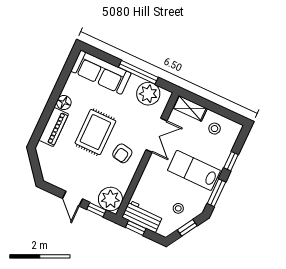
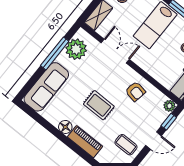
rug: (95, 132) -> (99, 105), width x0.73, depth x0.70
armchair: (122, 153) -> (135, 91), moved
coffee table: (61, 171) -> (126, 145), added
plant: (110, 199) -> (170, 106), width x0.53, depth x0.53

